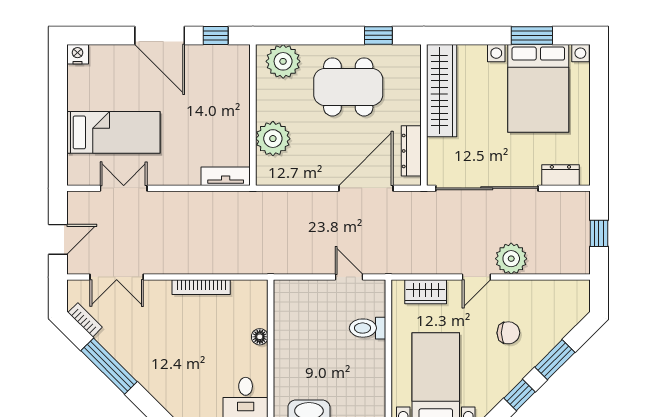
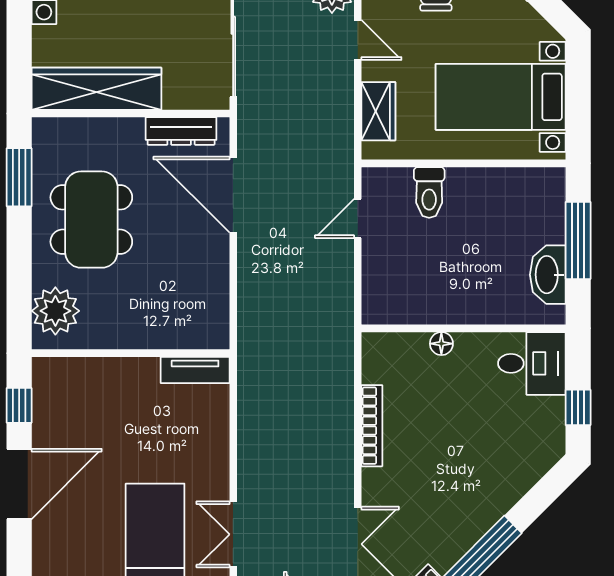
window: (378, 35) -> (19, 177), width x1.50
plant: (273, 139) -> (164, 325), removed
tv unit: (226, 176) -> (195, 370), moved, turned -90

